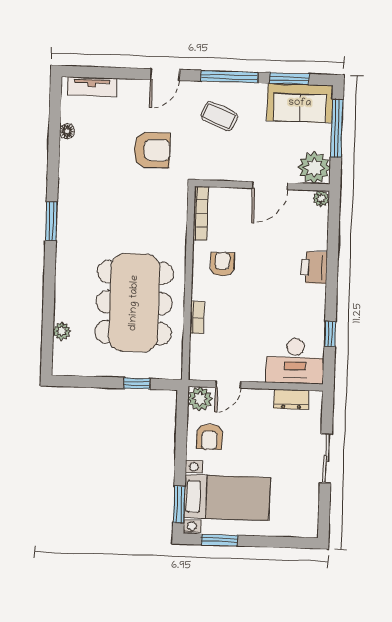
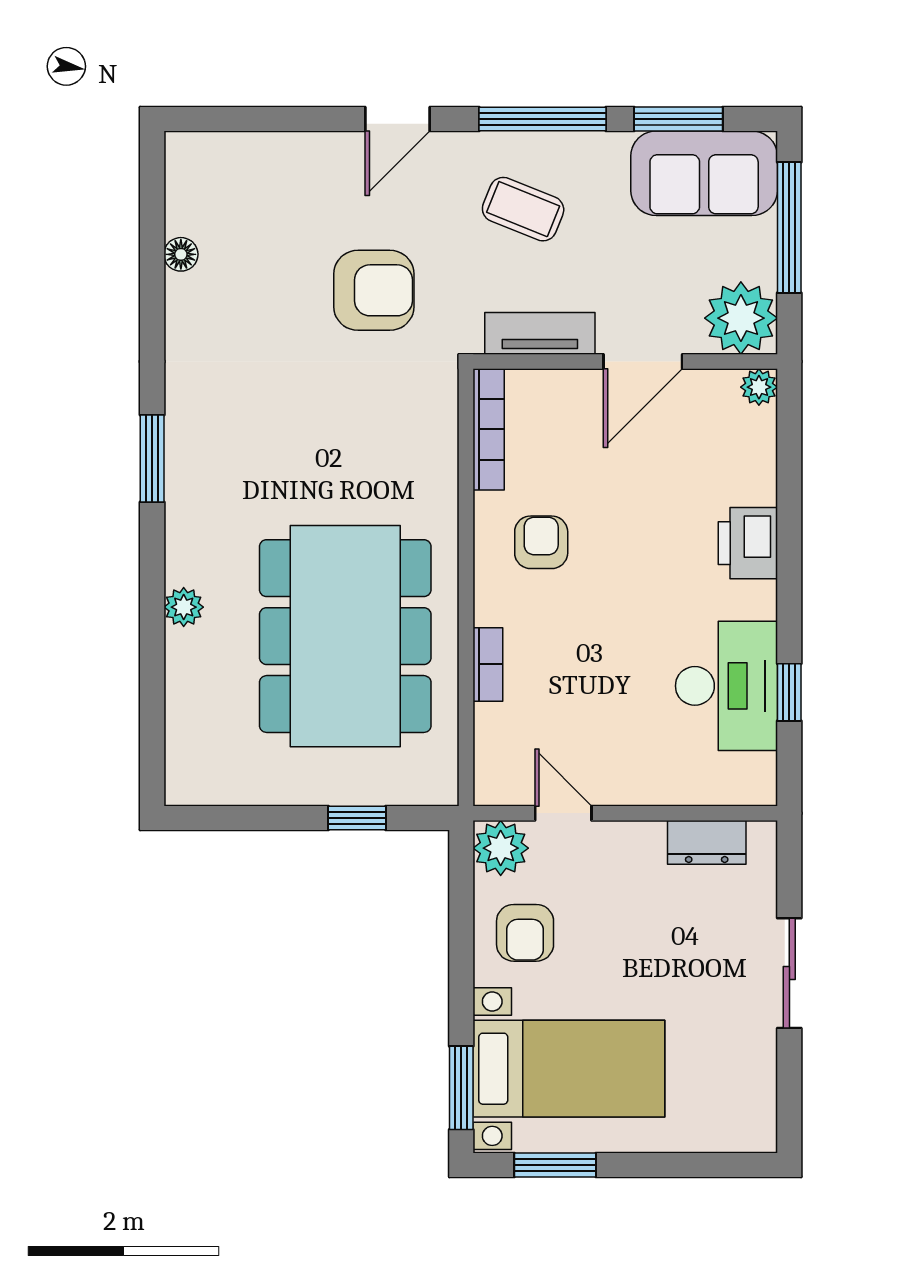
tv unit: (92, 87) -> (540, 333), moved, turned 180
plant: (62, 331) -> (184, 607), moved
desk: (295, 361) -> (726, 686), moved, turned -90
door: (228, 384) -> (563, 813), swing flipped

